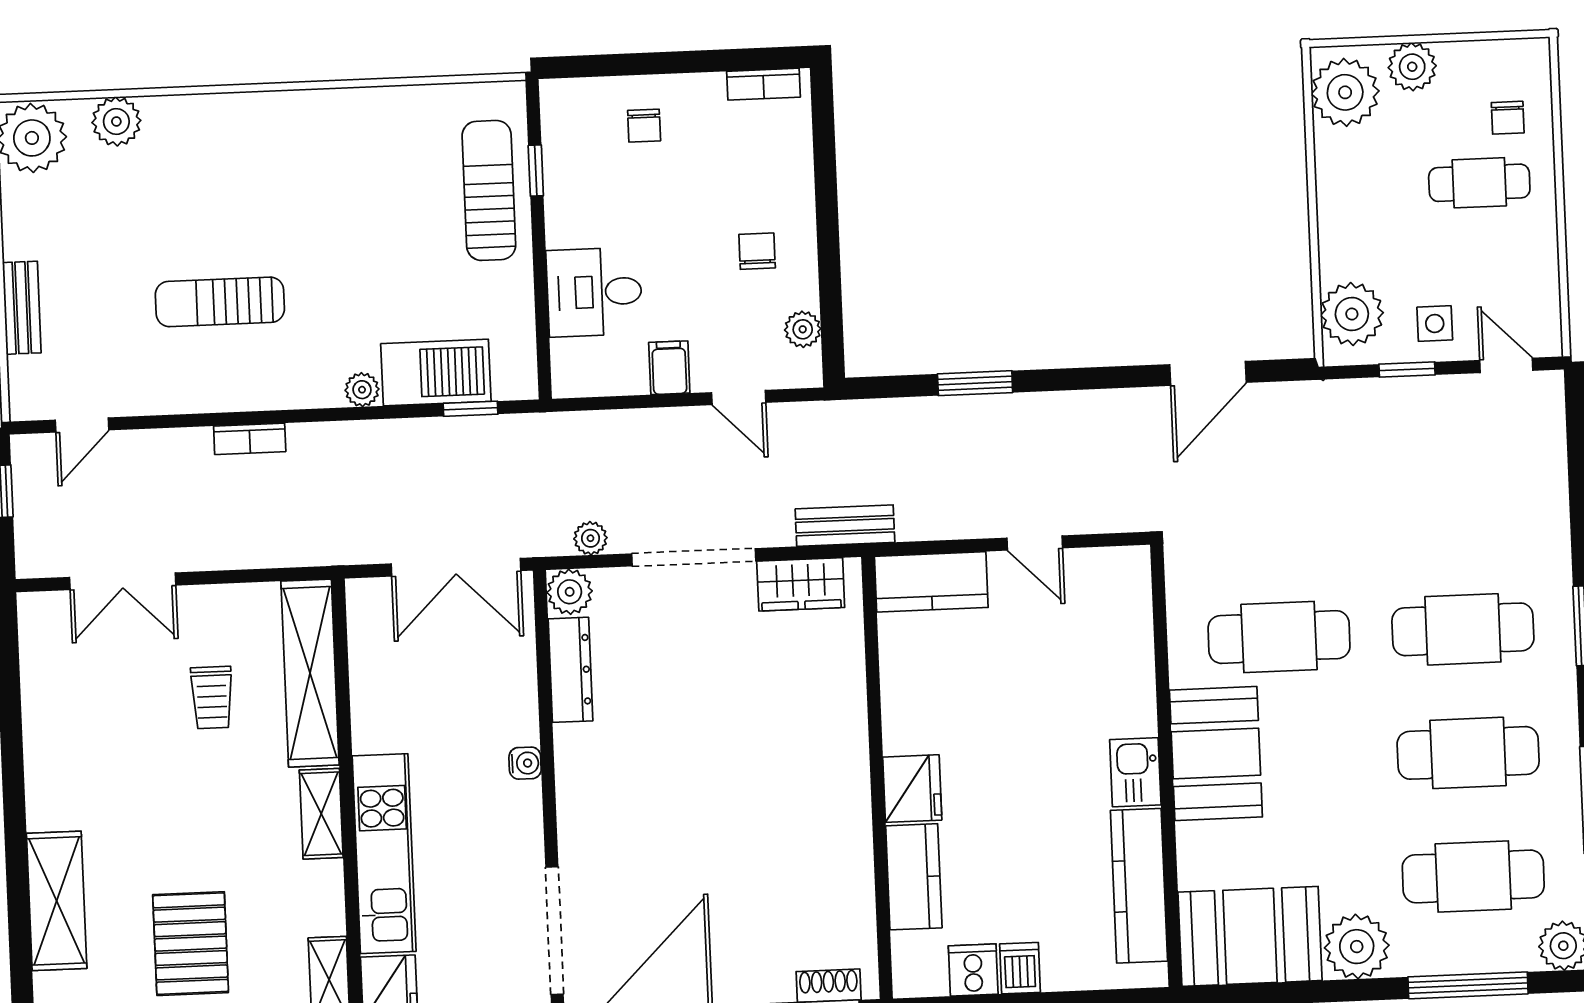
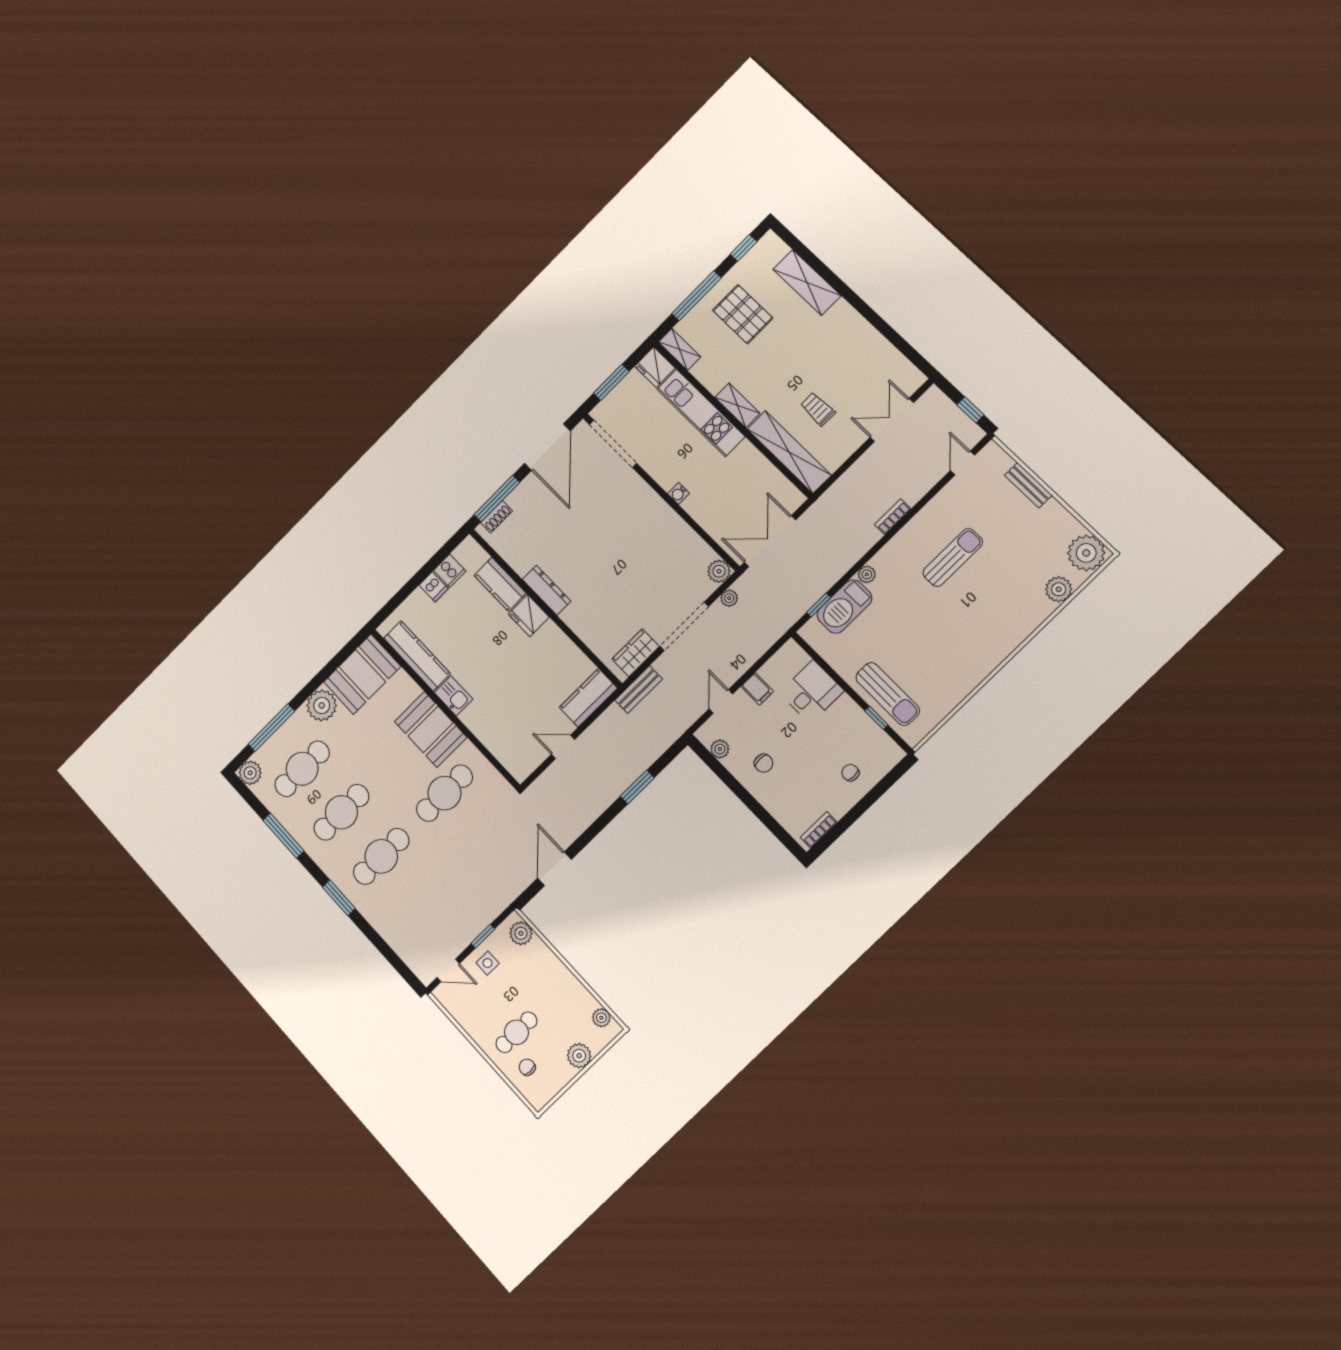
plant: (1345, 92) -> (601, 1018), width x0.53, depth x0.53
plant: (1352, 314) -> (521, 933), width x0.73, depth x0.73
door: (739, 398) -> (721, 701), hinge flipped
dresser: (570, 670) -> (547, 590), moved, turned 180

